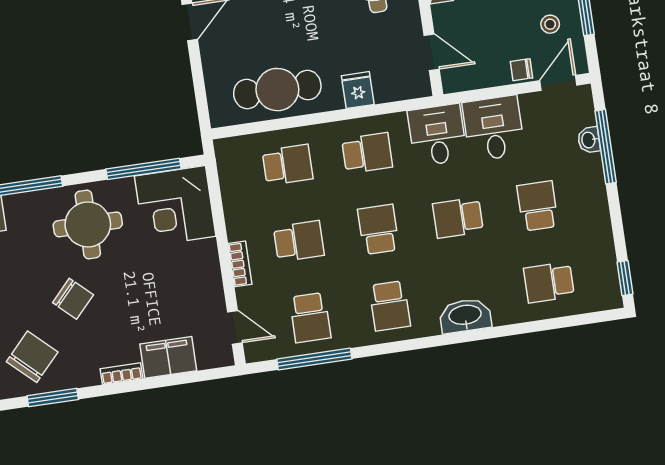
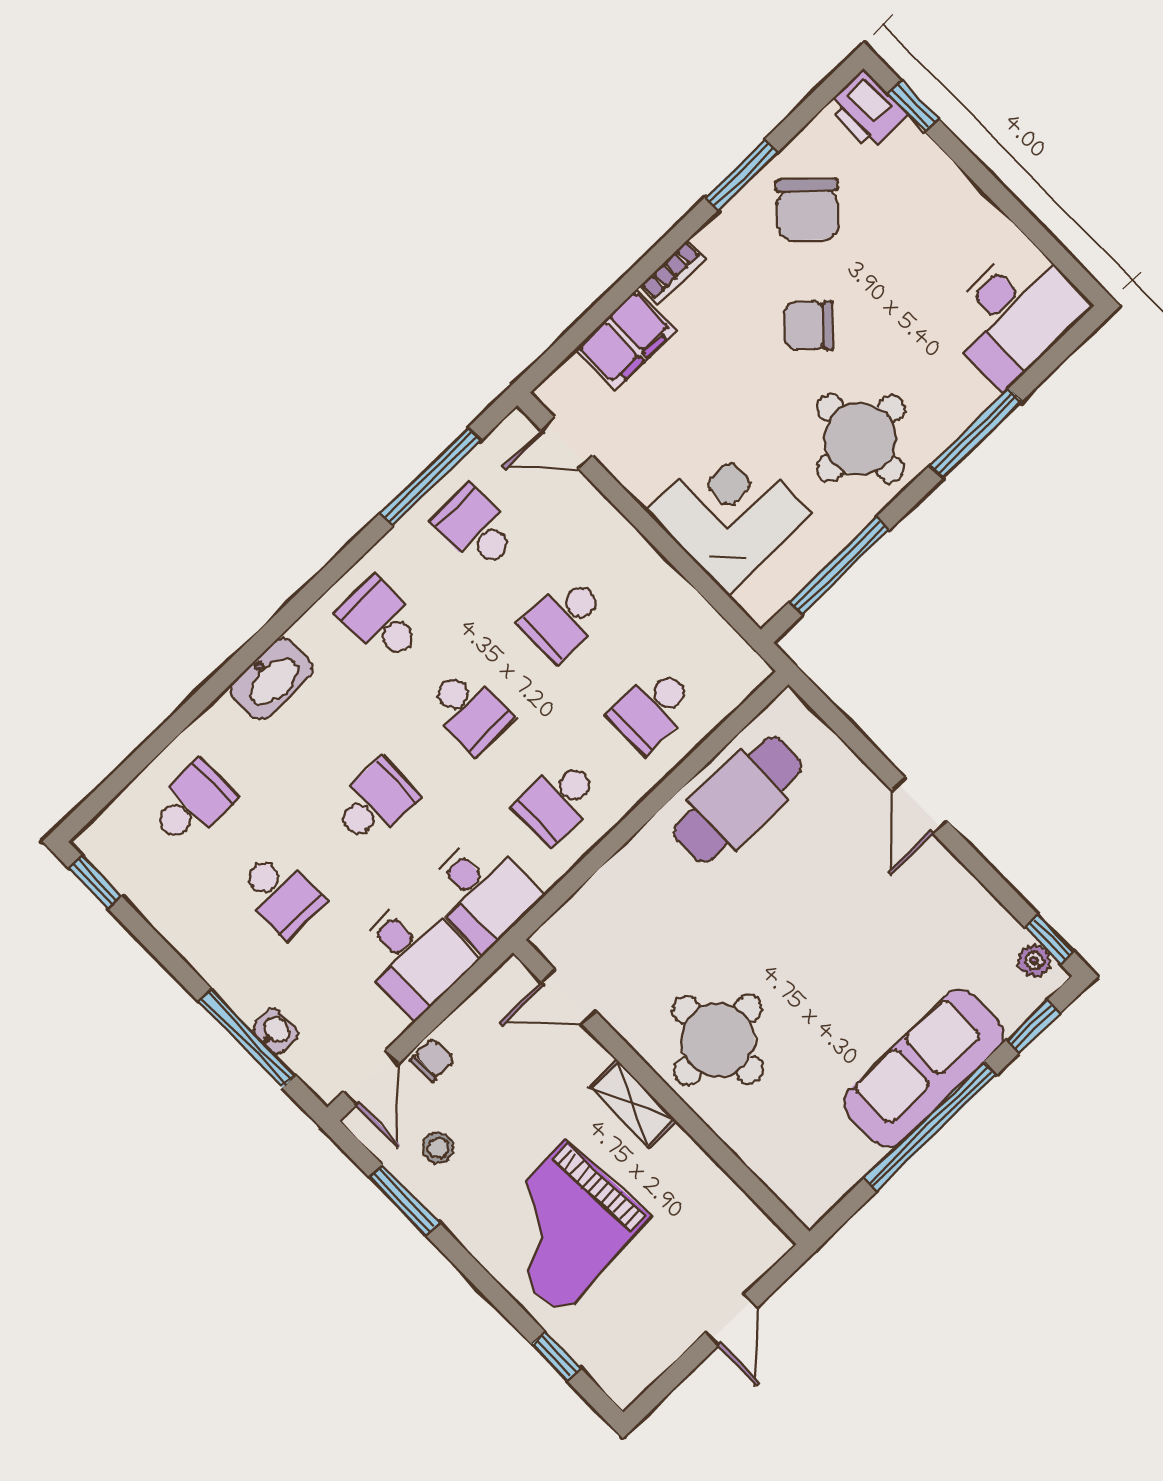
fridge: (358, 90) -> (631, 876), removed
corner desk: (175, 206) -> (729, 512), moved
bookcase: (240, 264) -> (620, 532), removed

